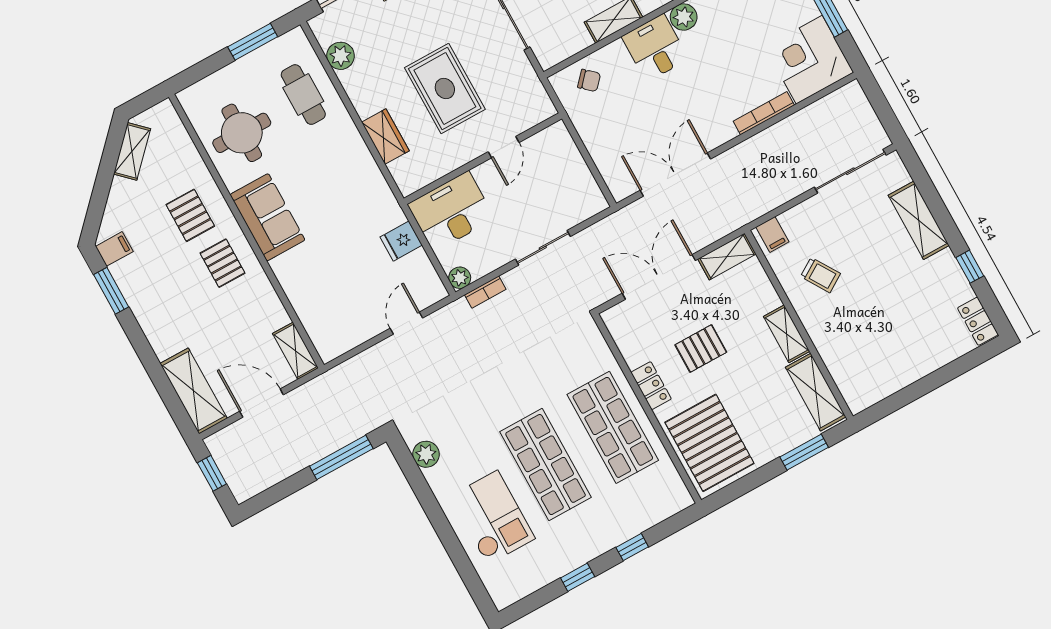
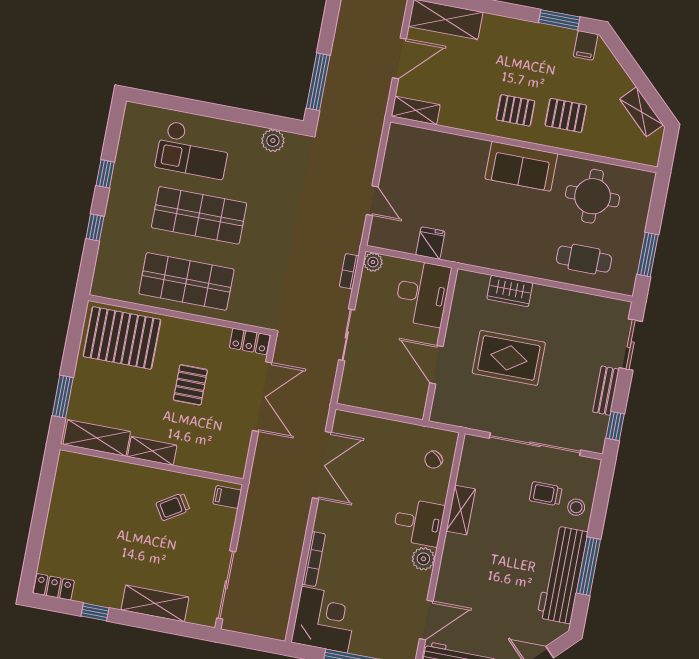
plant: (341, 56) -> (589, 306), removed
door: (504, 147) -> (436, 365), width x1.38
shelving: (727, 257) -> (238, 454), removed
locker: (651, 386) -> (250, 341), moved

